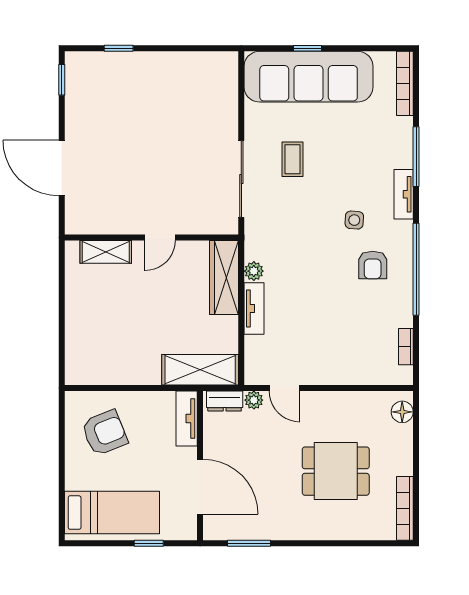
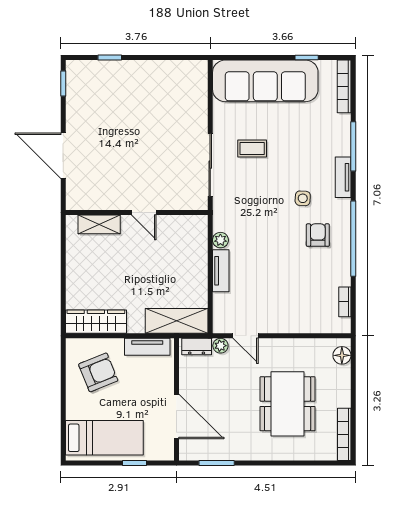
window: (308, 48) -> (307, 58), moved
coffee table: (292, 159) -> (252, 149), turned 90
door: (160, 237) -> (144, 213), hinge flipped
armchair: (373, 265) -> (318, 235), turned 180
wardrobe: (224, 277) -> (96, 322), moved, turned 90
tv unit: (187, 418) -> (147, 347), moved, turned -90
dining table: (336, 471) -> (288, 404), width x1.38

